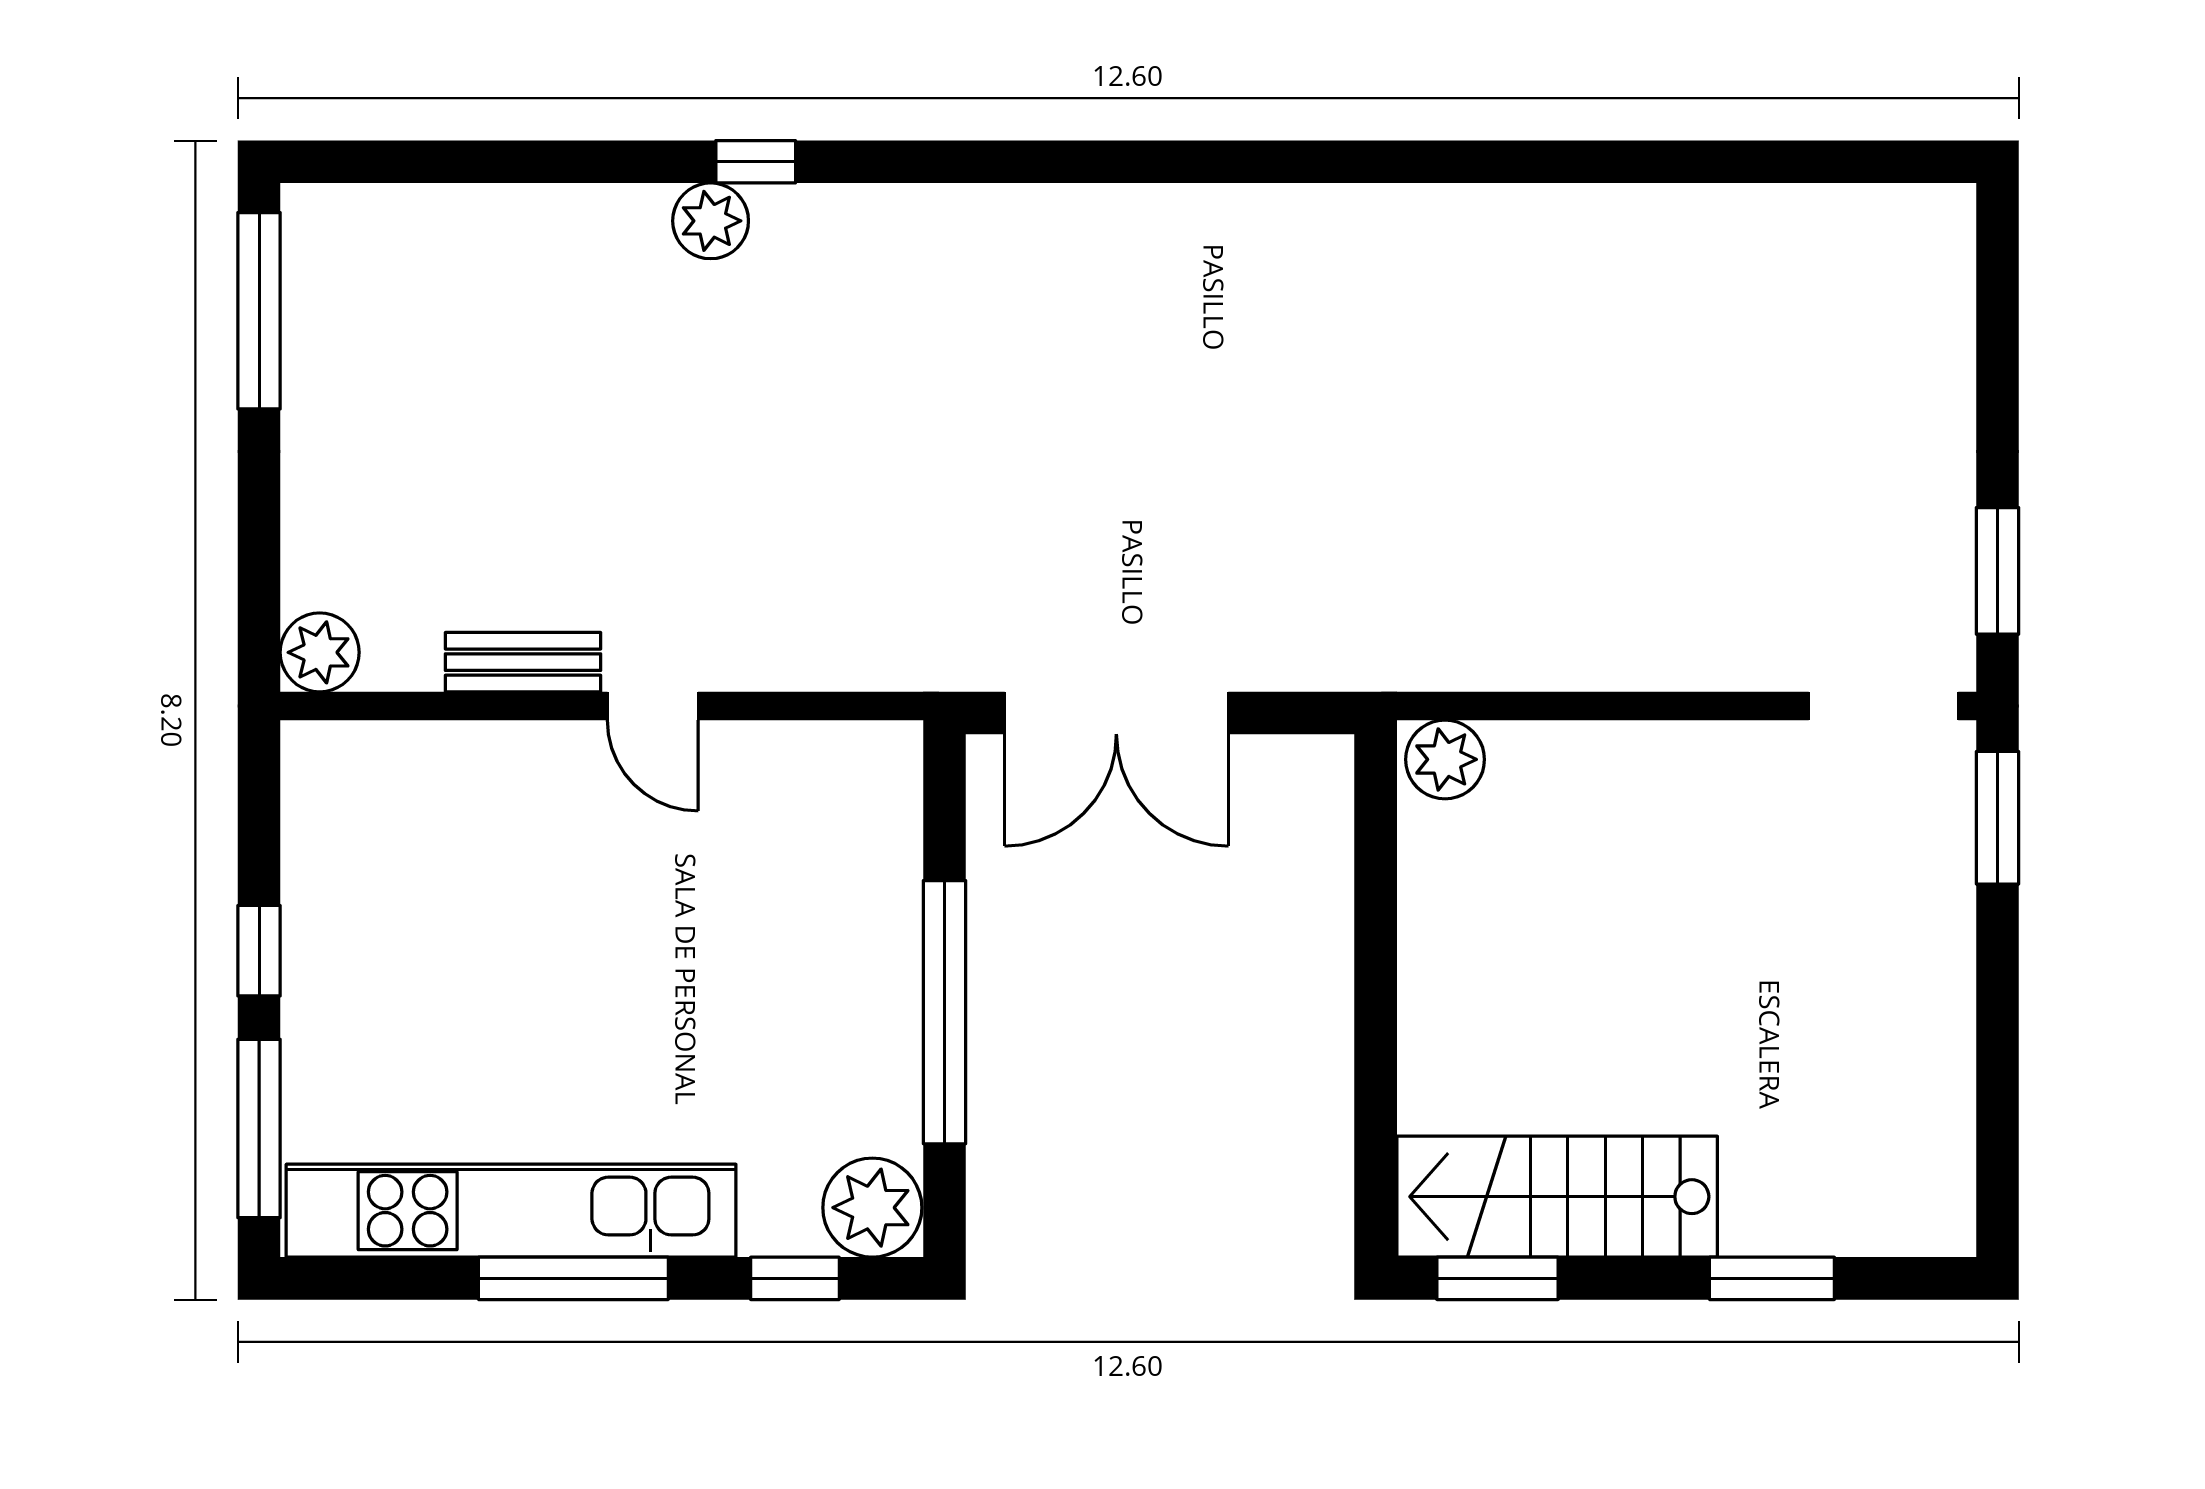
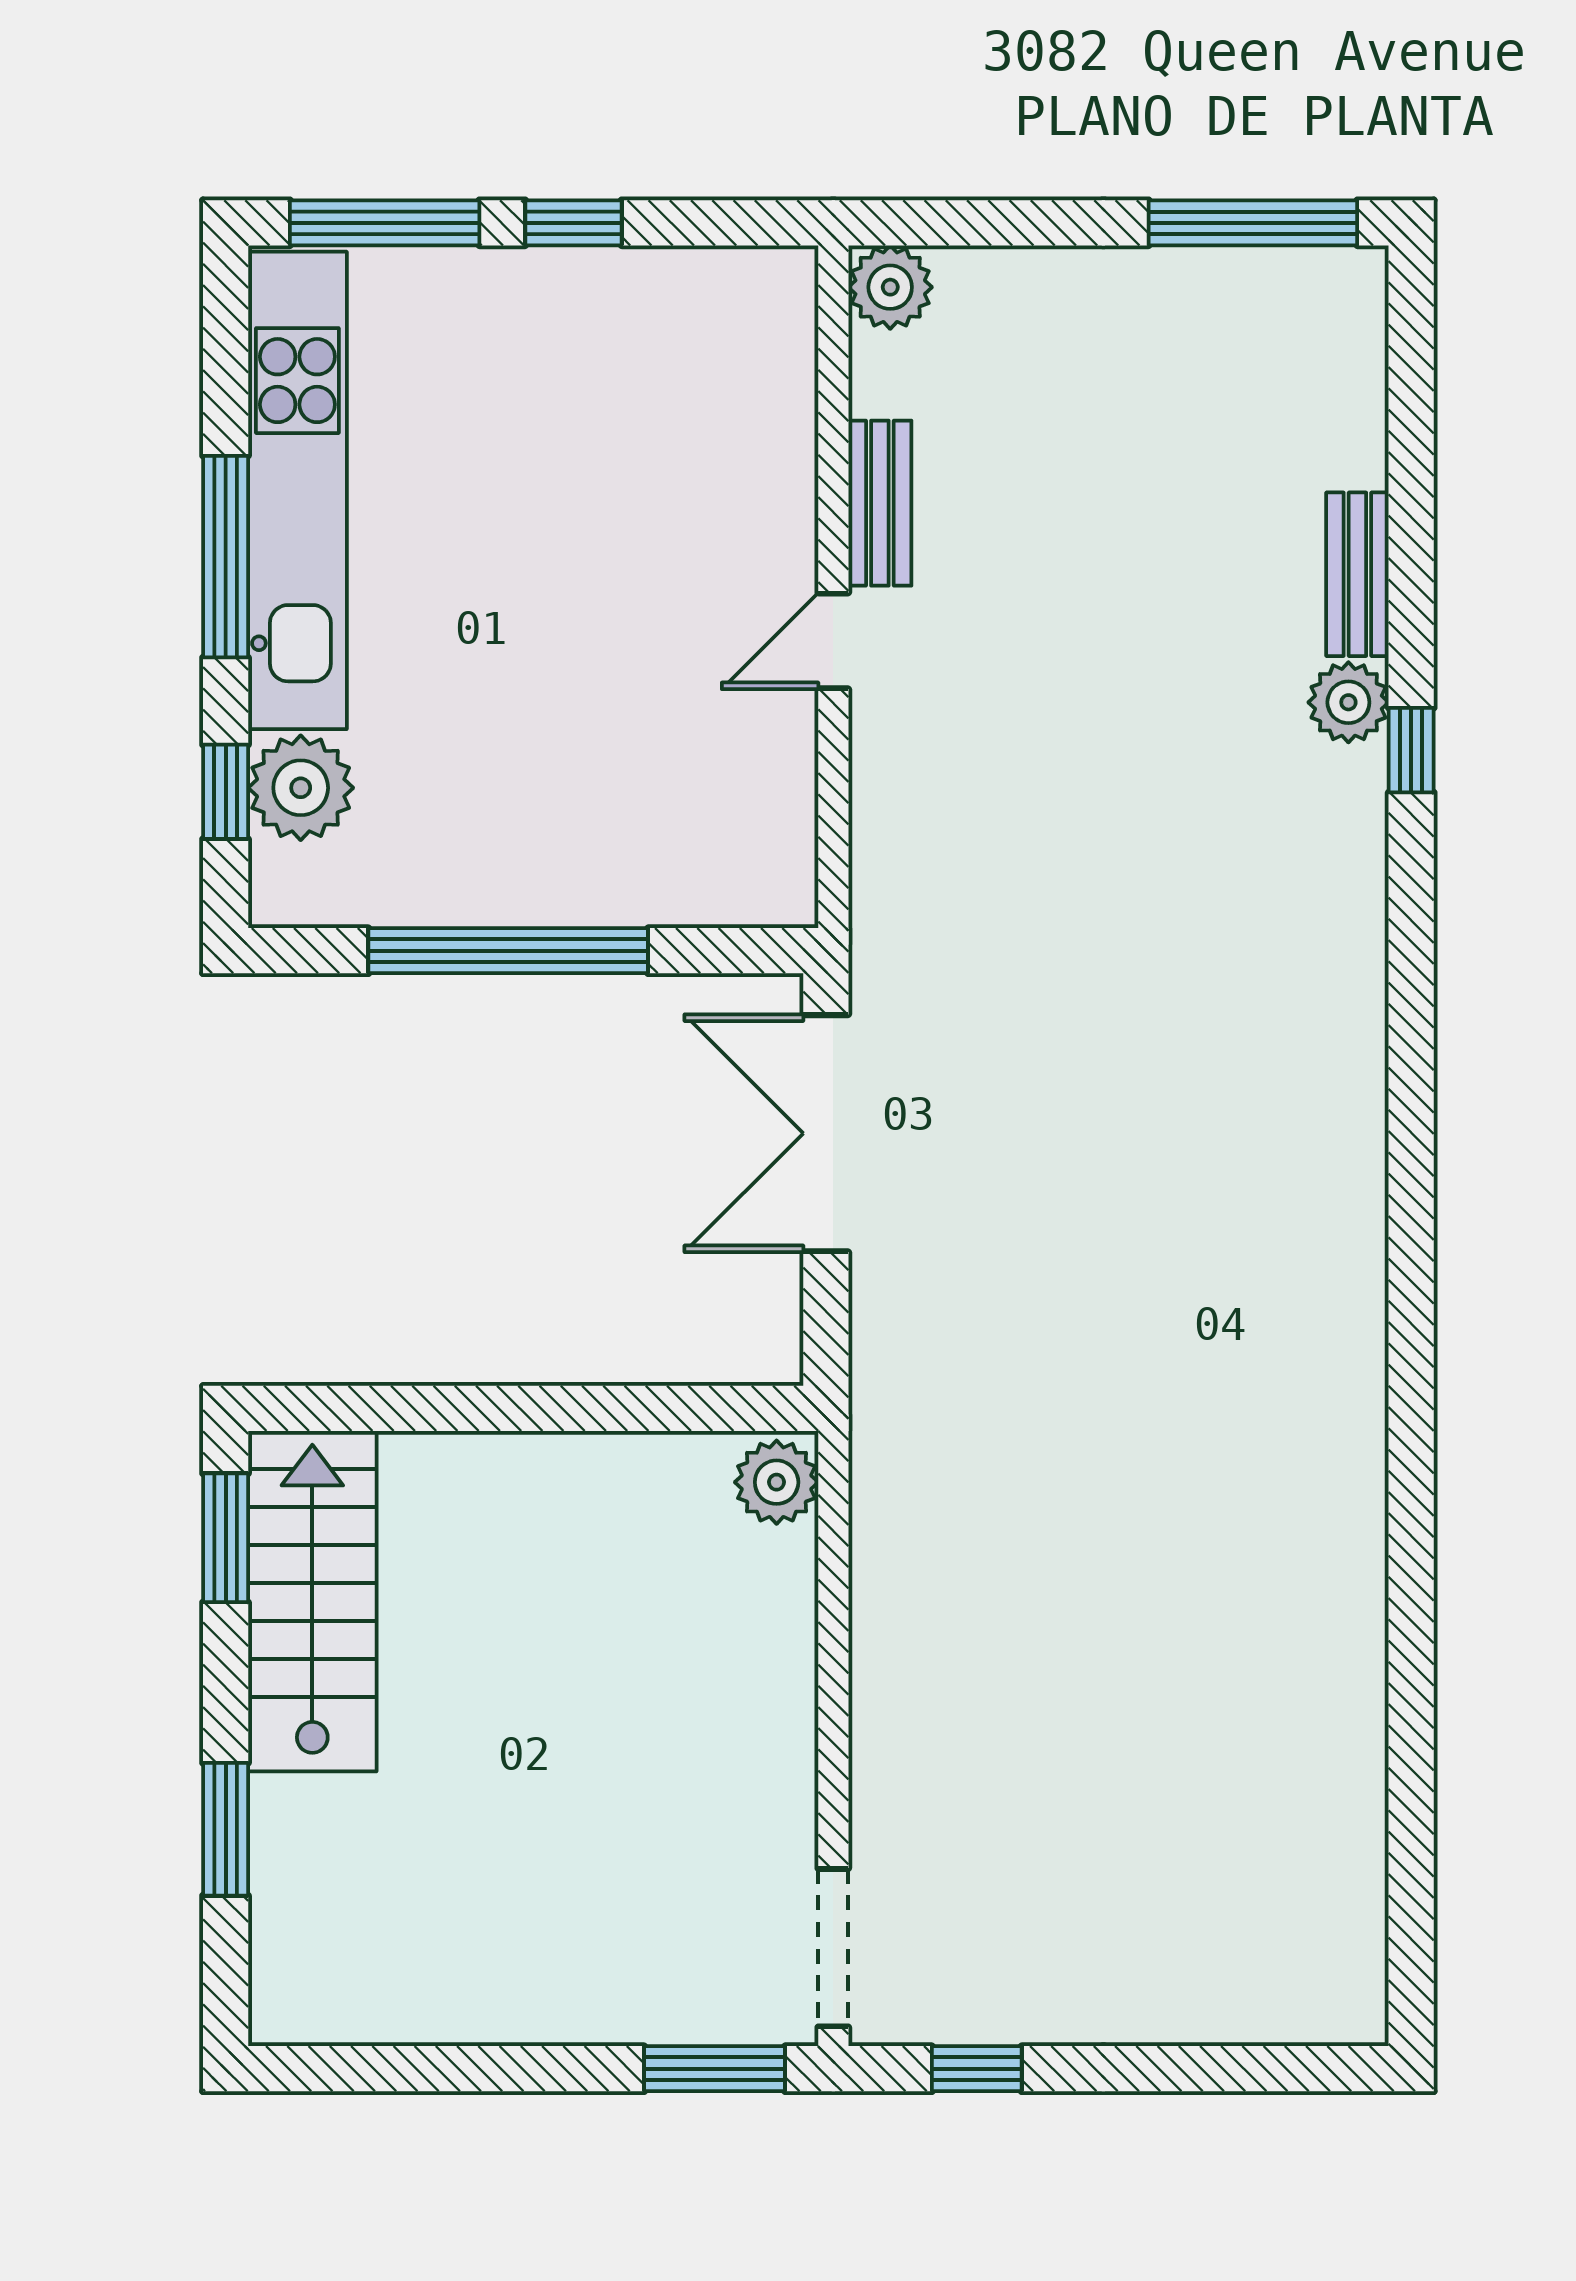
bench: (590, 212) -> (1357, 574), added
window: (1997, 571) -> (977, 2069), width x0.67
plant: (872, 1208) -> (301, 788), moved

